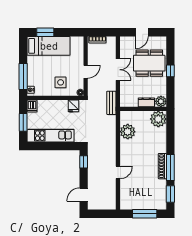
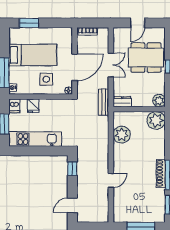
bed: (49, 46) -> (33, 55), moved
door: (86, 72) -> (75, 67), width x1.88
dresser: (146, 102) -> (122, 102), moved
fridge: (73, 106) -> (33, 106), moved

